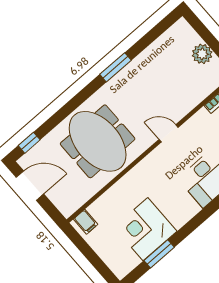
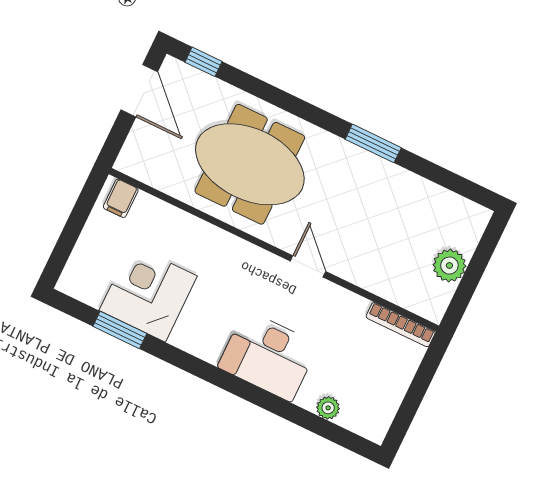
meeting table: (98, 141) -> (250, 164), turned 90

